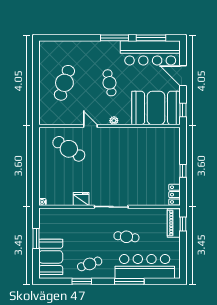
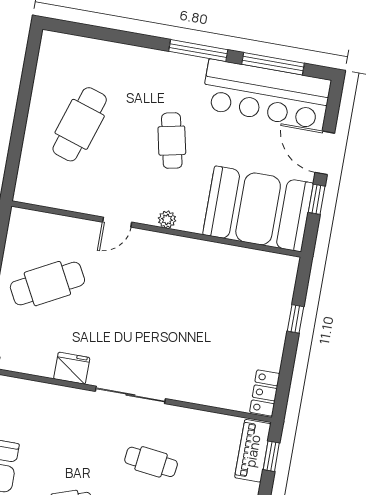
window: (183, 110) -> (317, 199), moved
door: (90, 126) -> (117, 222), swing flipped
cafe table: (69, 149) -> (47, 284), moved, turned -61
window: (183, 171) -> (295, 319), moved

